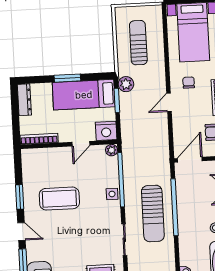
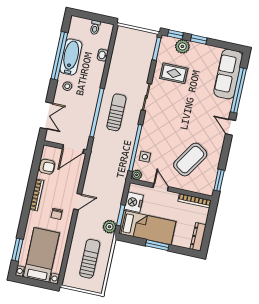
sun lounger: (138, 43) -> (90, 259), turned 180
nightstand: (106, 131) -> (134, 202), moved, turned -90
door: (81, 144) -> (161, 187), hinge flipped
side table: (112, 194) -> (145, 157), moved
window: (20, 197) -> (219, 180), moved
coffee table: (59, 199) -> (190, 160), moved, turned -57
sun lounger: (153, 213) -> (116, 112), width x0.73, depth x0.75

